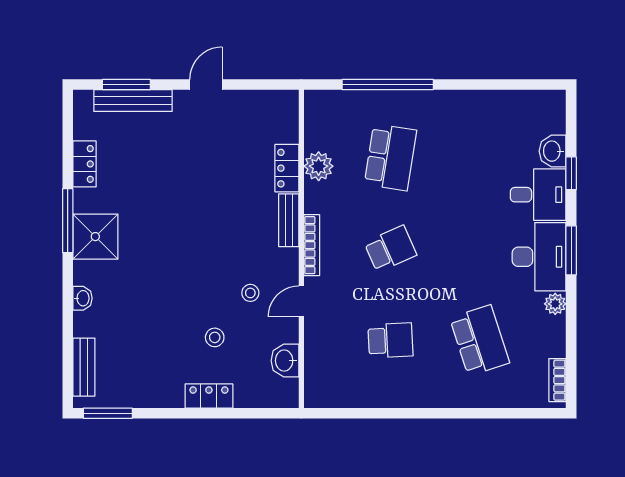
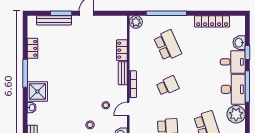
window: (126, 84) -> (61, 13), moved
locker: (491, 103) -> (212, 21), added
school desk: (390, 157) -> (168, 45), turned -33
plant: (319, 166) -> (136, 22), moved
shower: (95, 237) -> (37, 91), moved
window: (571, 250) -> (247, 86), width x1.44
plant: (555, 304) -> (236, 114), width x1.87, depth x1.87

